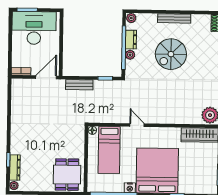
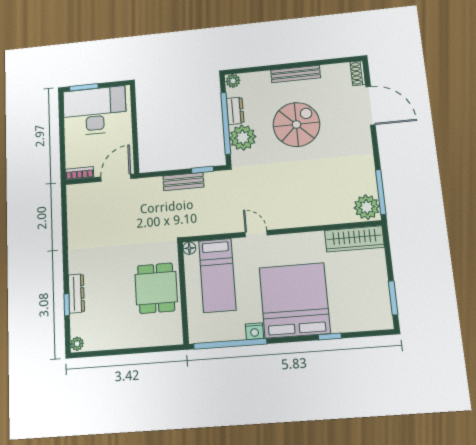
spiral stairs: (171, 54) -> (296, 125), turned 180
plant: (130, 55) -> (243, 138), width x1.88, depth x1.88
bench: (79, 85) -> (183, 182), moved
dresser: (15, 168) -> (76, 293), moved
dining table: (67, 175) -> (156, 288), moved

